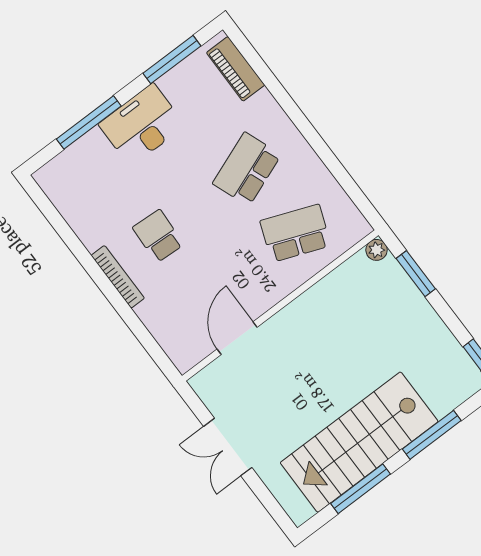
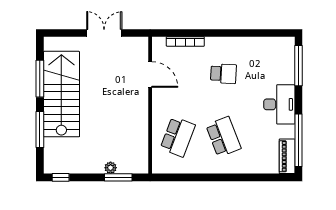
window: (172, 60) -> (299, 140), width x1.46
piano: (236, 69) -> (287, 156), moved, turned -90
window: (89, 122) -> (299, 66), moved
plant: (377, 250) -> (111, 168), moved
bookcase: (118, 277) -> (185, 41), moved

